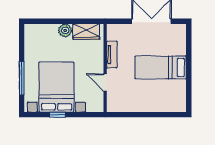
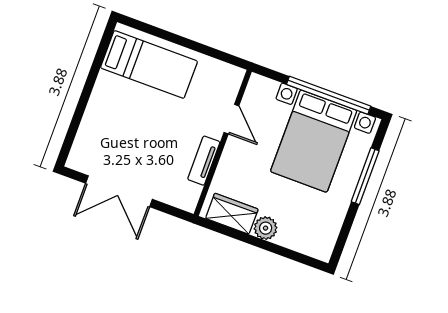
bed: (161, 67) -> (149, 64), moved
window: (58, 115) -> (329, 95), width x3.17

